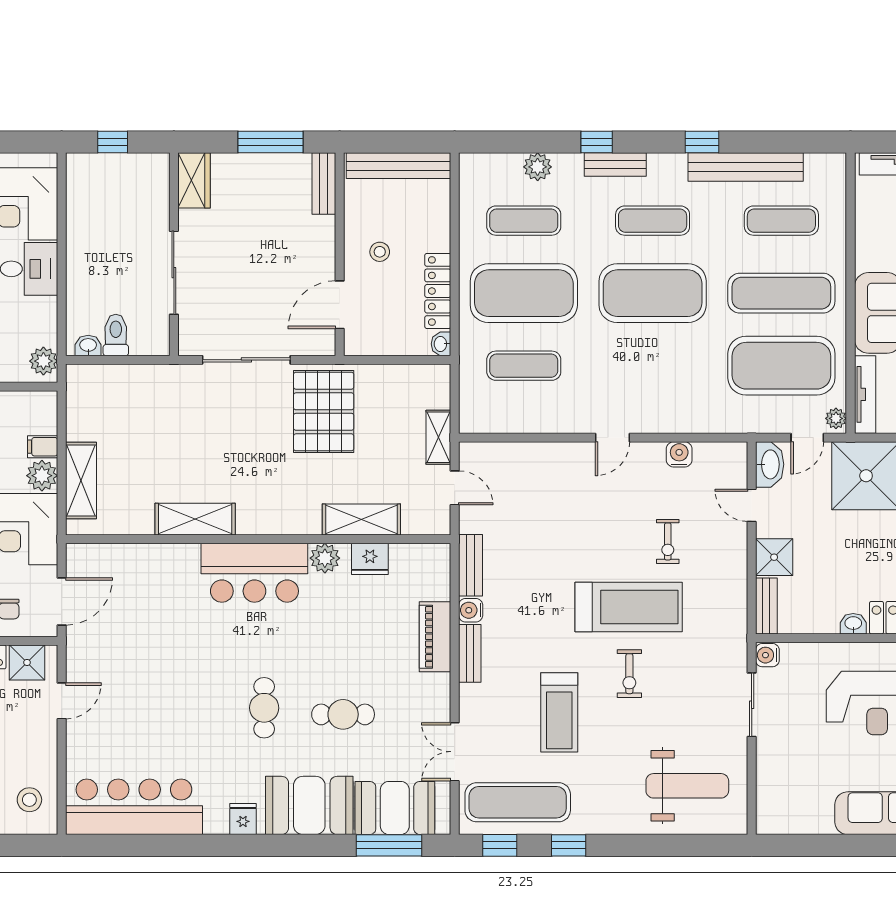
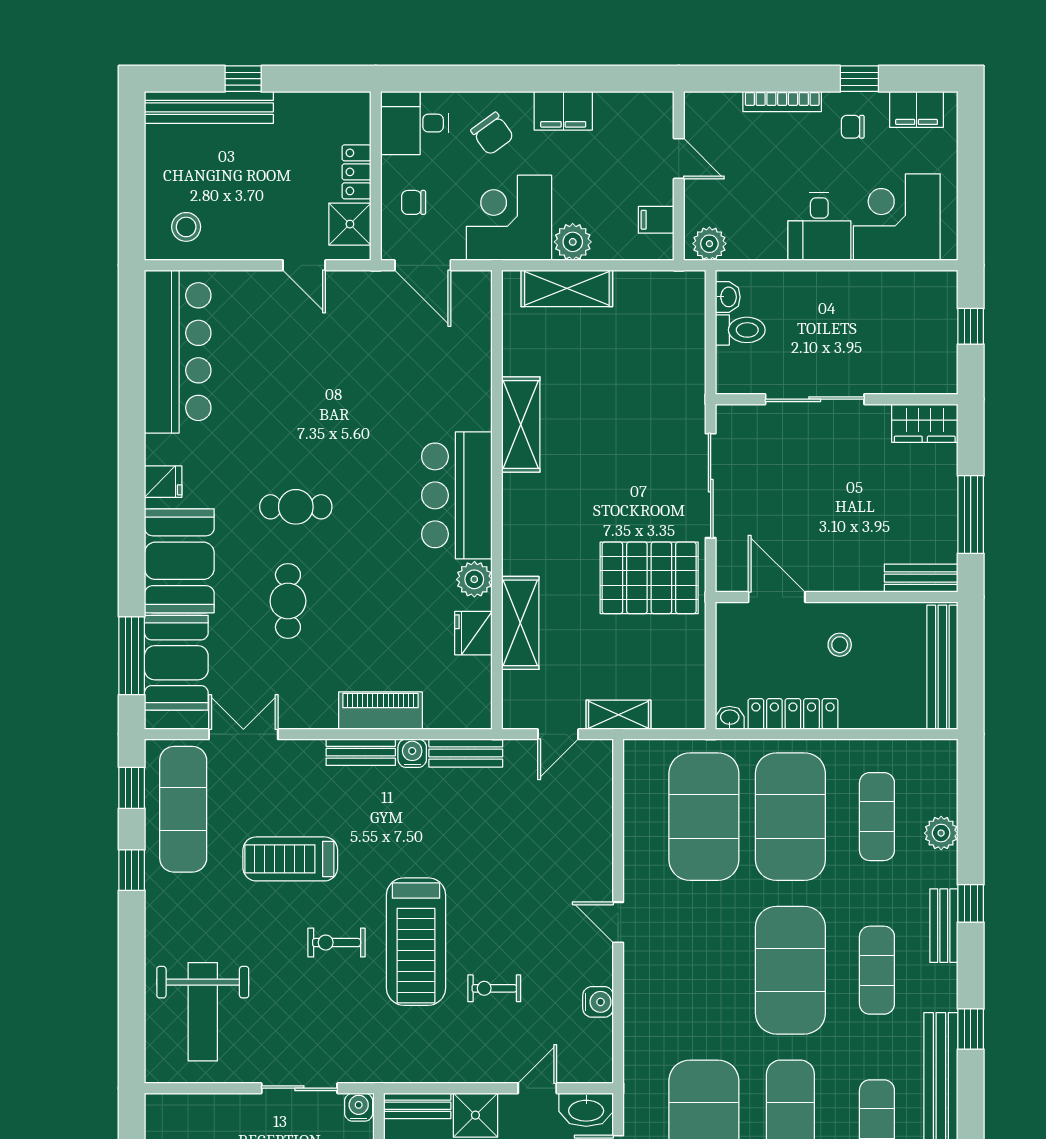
exercise mat: (524, 366) -> (704, 817), width x2.00, depth x1.45
filing cabinet: (43, 447) -> (656, 220), moved, turned -90

